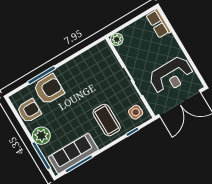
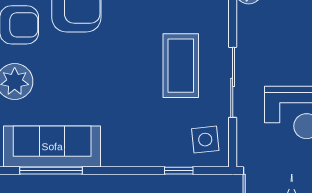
coffee table: (107, 120) -> (181, 66), moved

